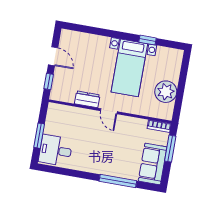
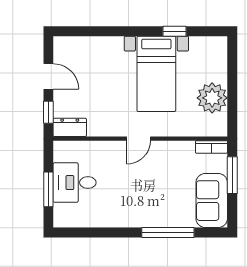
dresser: (87, 99) -> (70, 127), moved
door: (109, 111) -> (139, 139), hinge flipped
desk: (56, 150) -> (75, 183), moved

